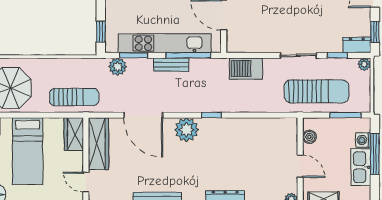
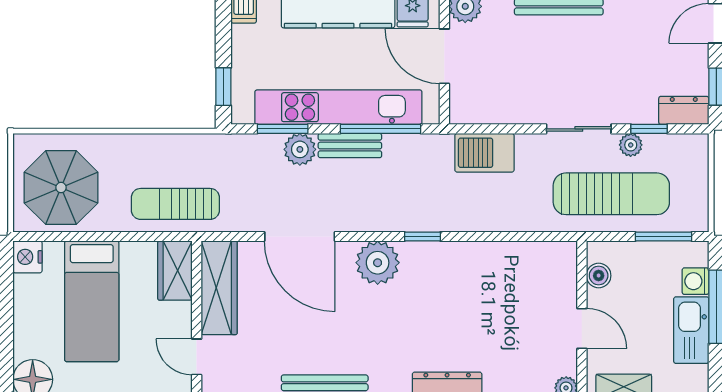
plant: (364, 64) -> (631, 145), moved
plant: (118, 67) -> (300, 149), moved
sun lounger: (74, 97) -> (175, 204), turned 180

